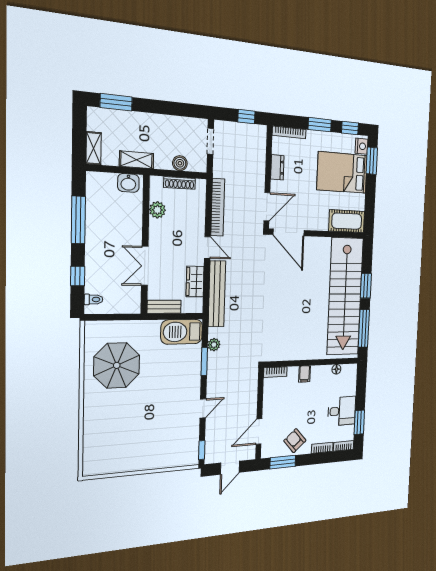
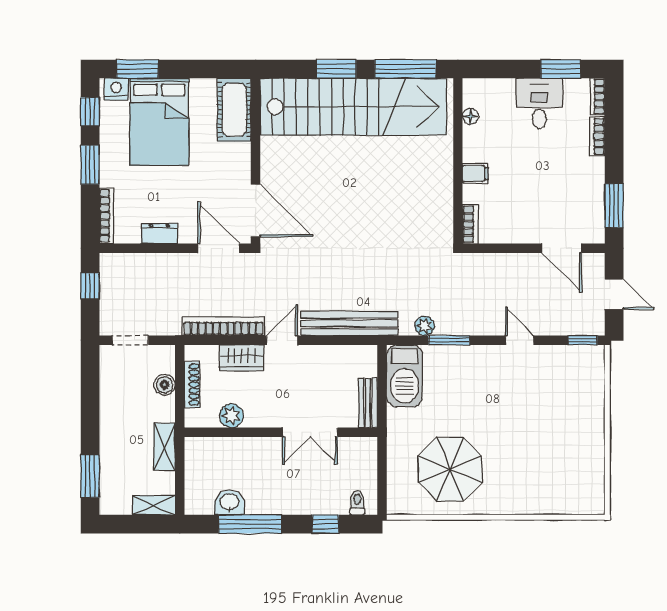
washbasin: (128, 183) -> (229, 502), moved, turned -90
door: (289, 232) -> (256, 210), hinge flipped
wardrobe: (195, 282) -> (242, 358), moved
armchair: (295, 441) -> (581, 186), removed

